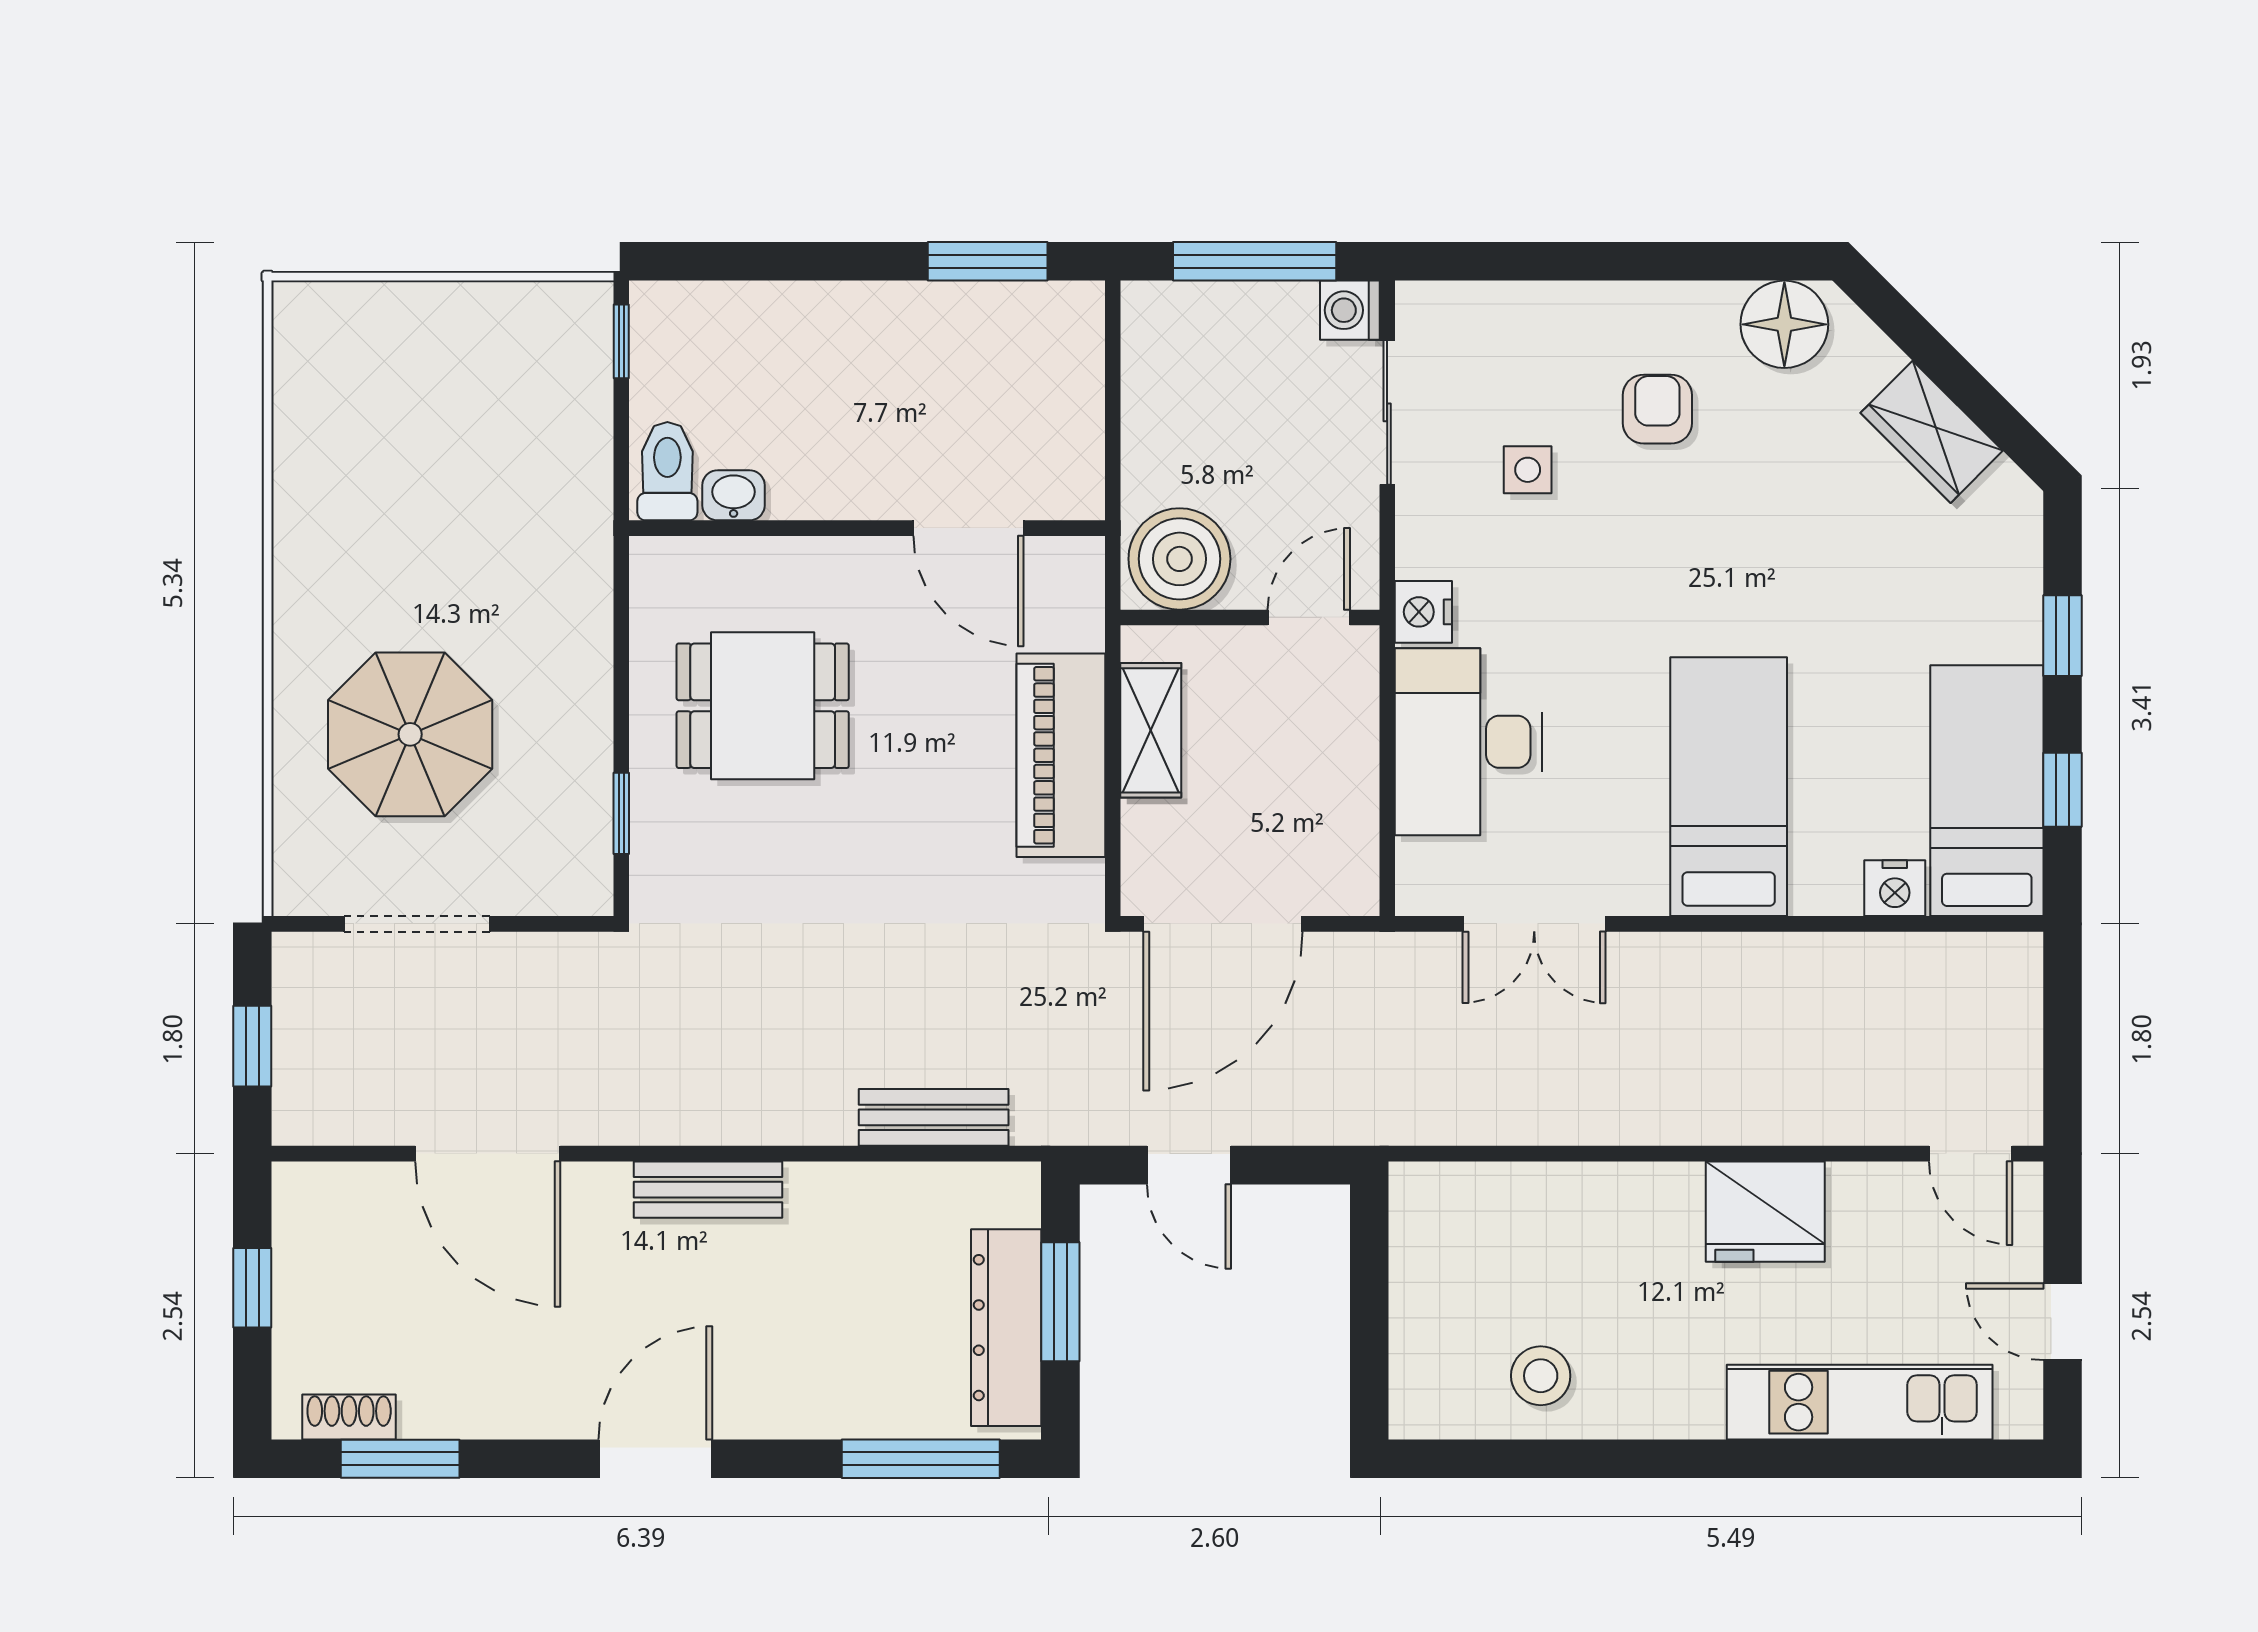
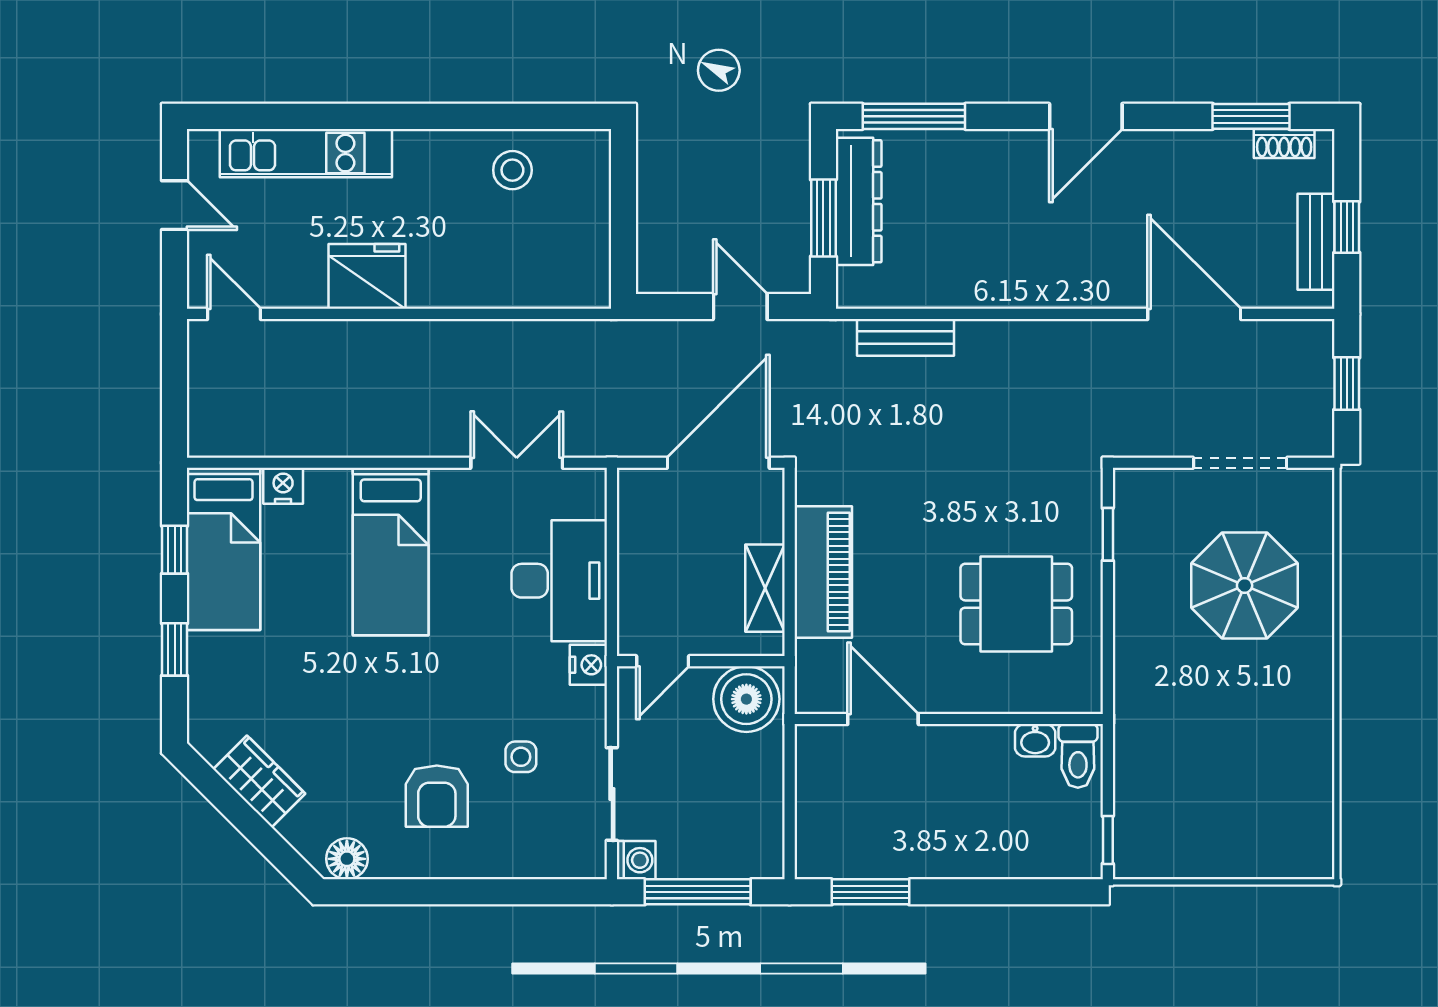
floor lamp: (1784, 324) -> (347, 859), width x0.73, depth x0.73
armchair: (1657, 409) -> (437, 796), width x1.38, depth x1.38
bench: (708, 1190) -> (1316, 242), moved, turned 90

